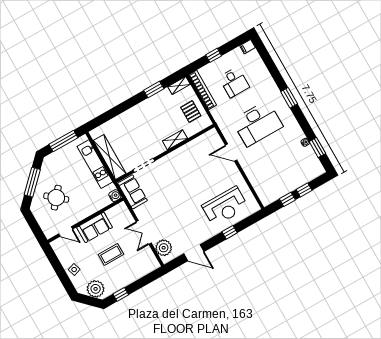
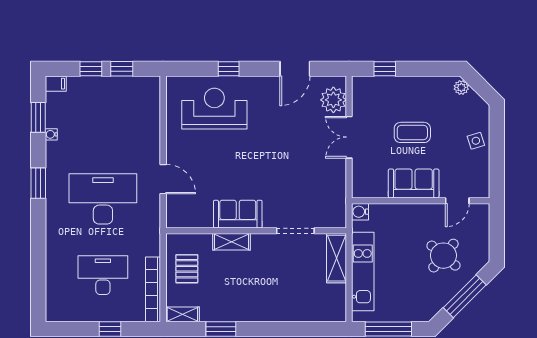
filing cabinet: (248, 47) -> (56, 84), moved
desk: (234, 82) -> (103, 275), width x1.37
window: (289, 98) -> (38, 183), moved
shelving: (110, 157) -> (336, 258), width x0.68
sofa: (132, 192) -> (238, 214), moved, turned 90
door: (66, 231) -> (457, 201), swing flipped
double door: (144, 232) -> (349, 137), swing flipped
door: (194, 253) -> (295, 69), swing flipped
plant: (96, 289) -> (461, 87), width x0.53, depth x0.53
window: (121, 294) -> (385, 69), moved

